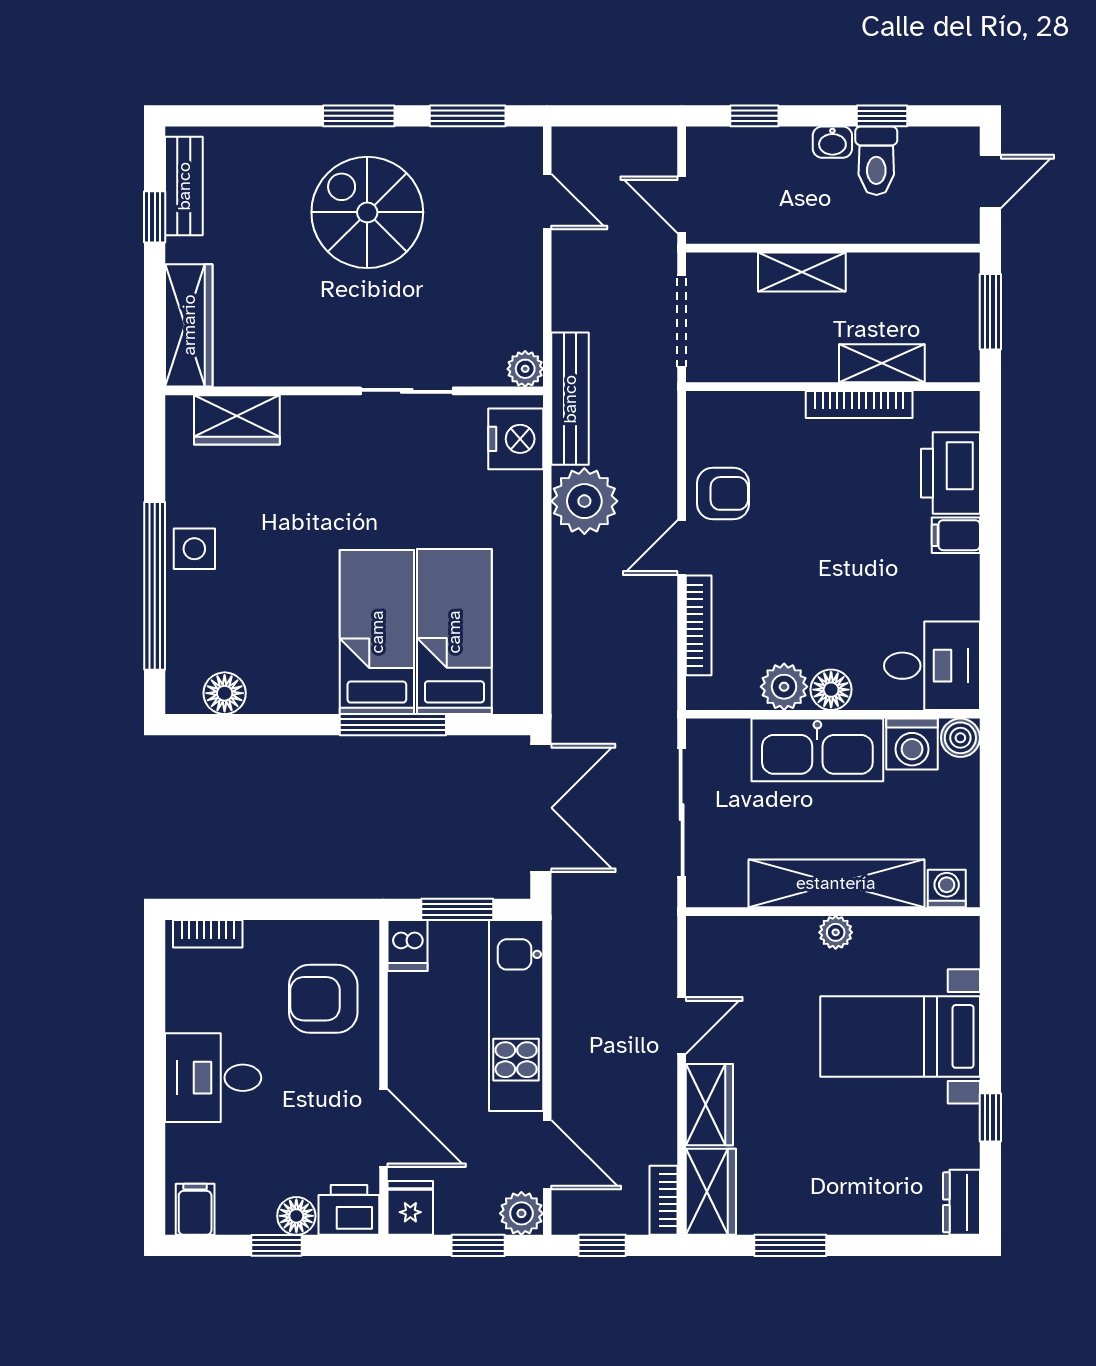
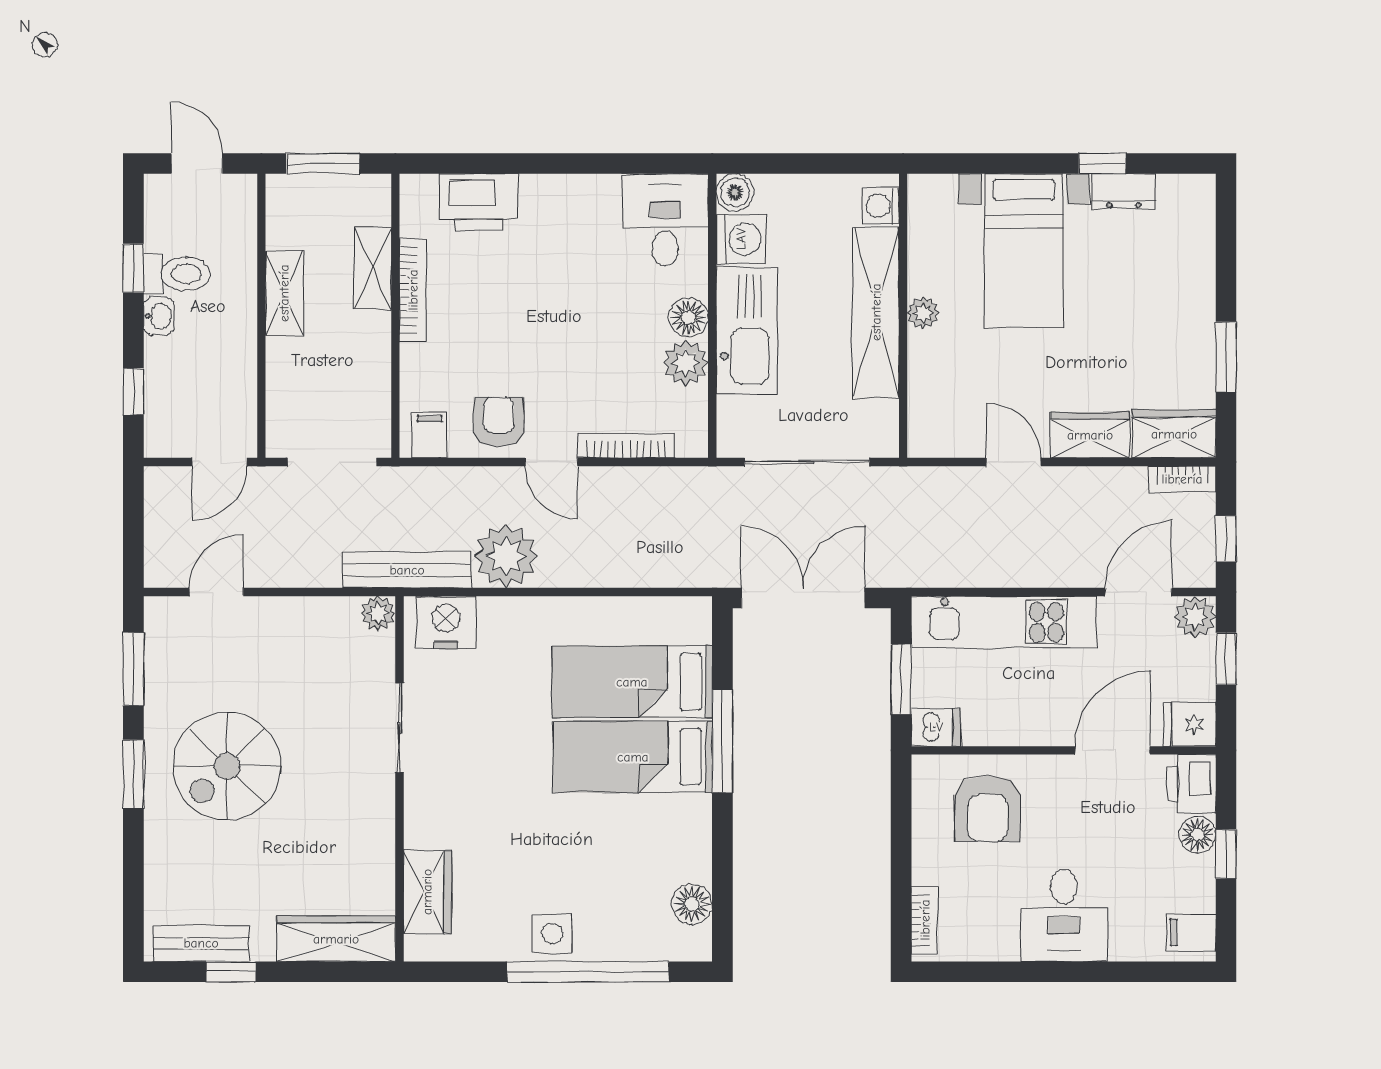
shelving: (802, 272) -> (284, 293), moved
filing cabinet: (956, 535) -> (430, 435), moved, turned 180
dresser: (961, 1202) -> (1124, 191), moved

